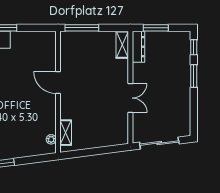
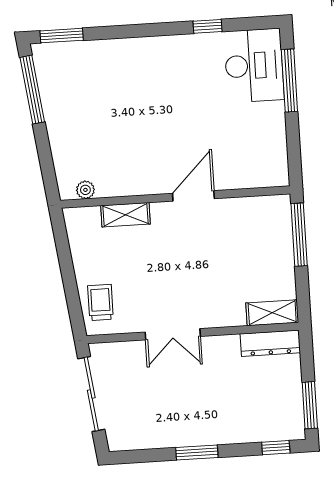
window: (156, 28) -> (310, 405), moved
window: (194, 76) -> (197, 453), moved
shelving: (66, 133) -> (126, 215), moved
trolley: (111, 135) -> (100, 302), added

